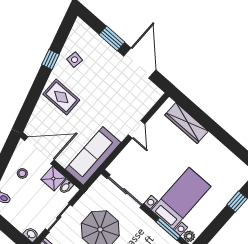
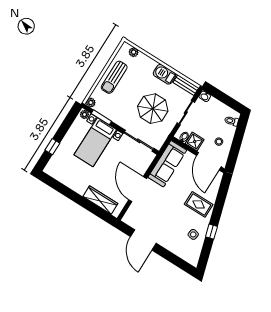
window: (112, 38) -> (168, 255), removed
door: (136, 129) -> (138, 189), width x1.88
door: (39, 150) -> (209, 161), hinge flipped

